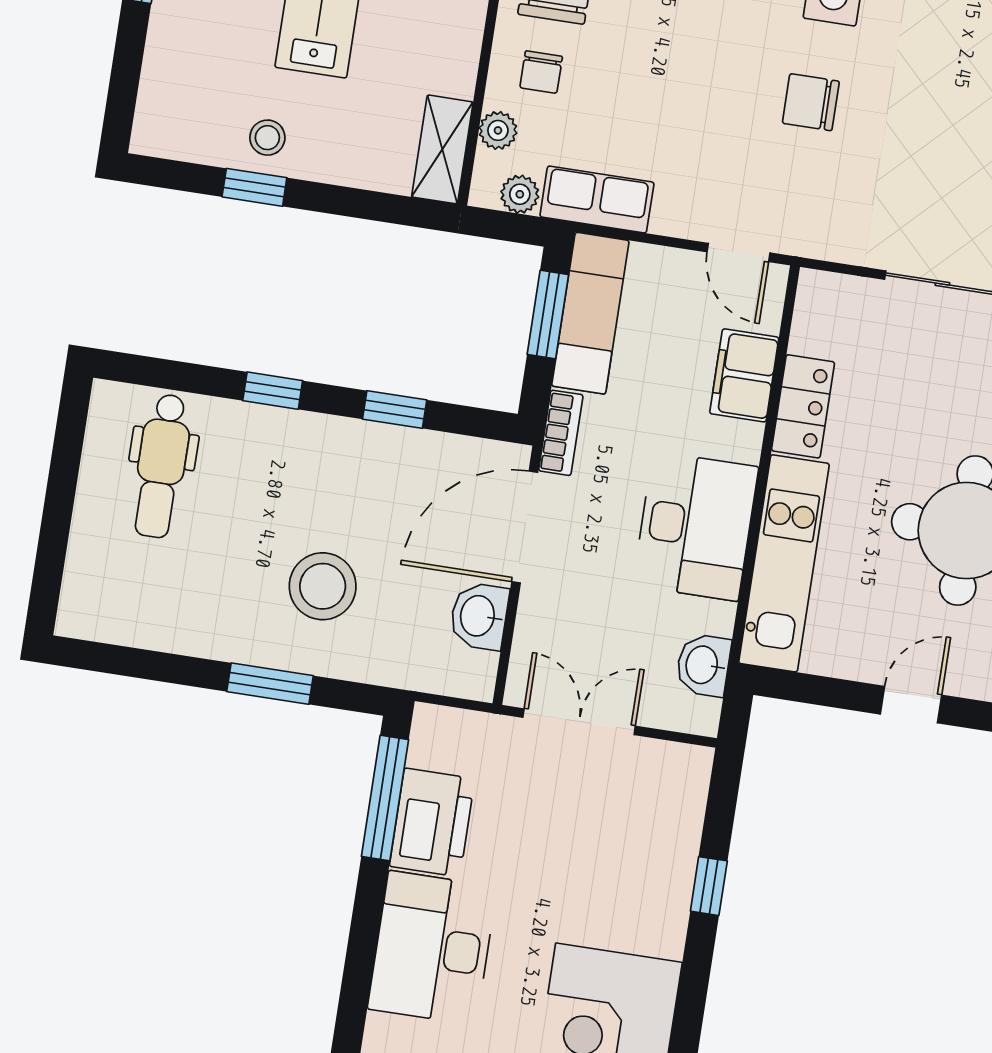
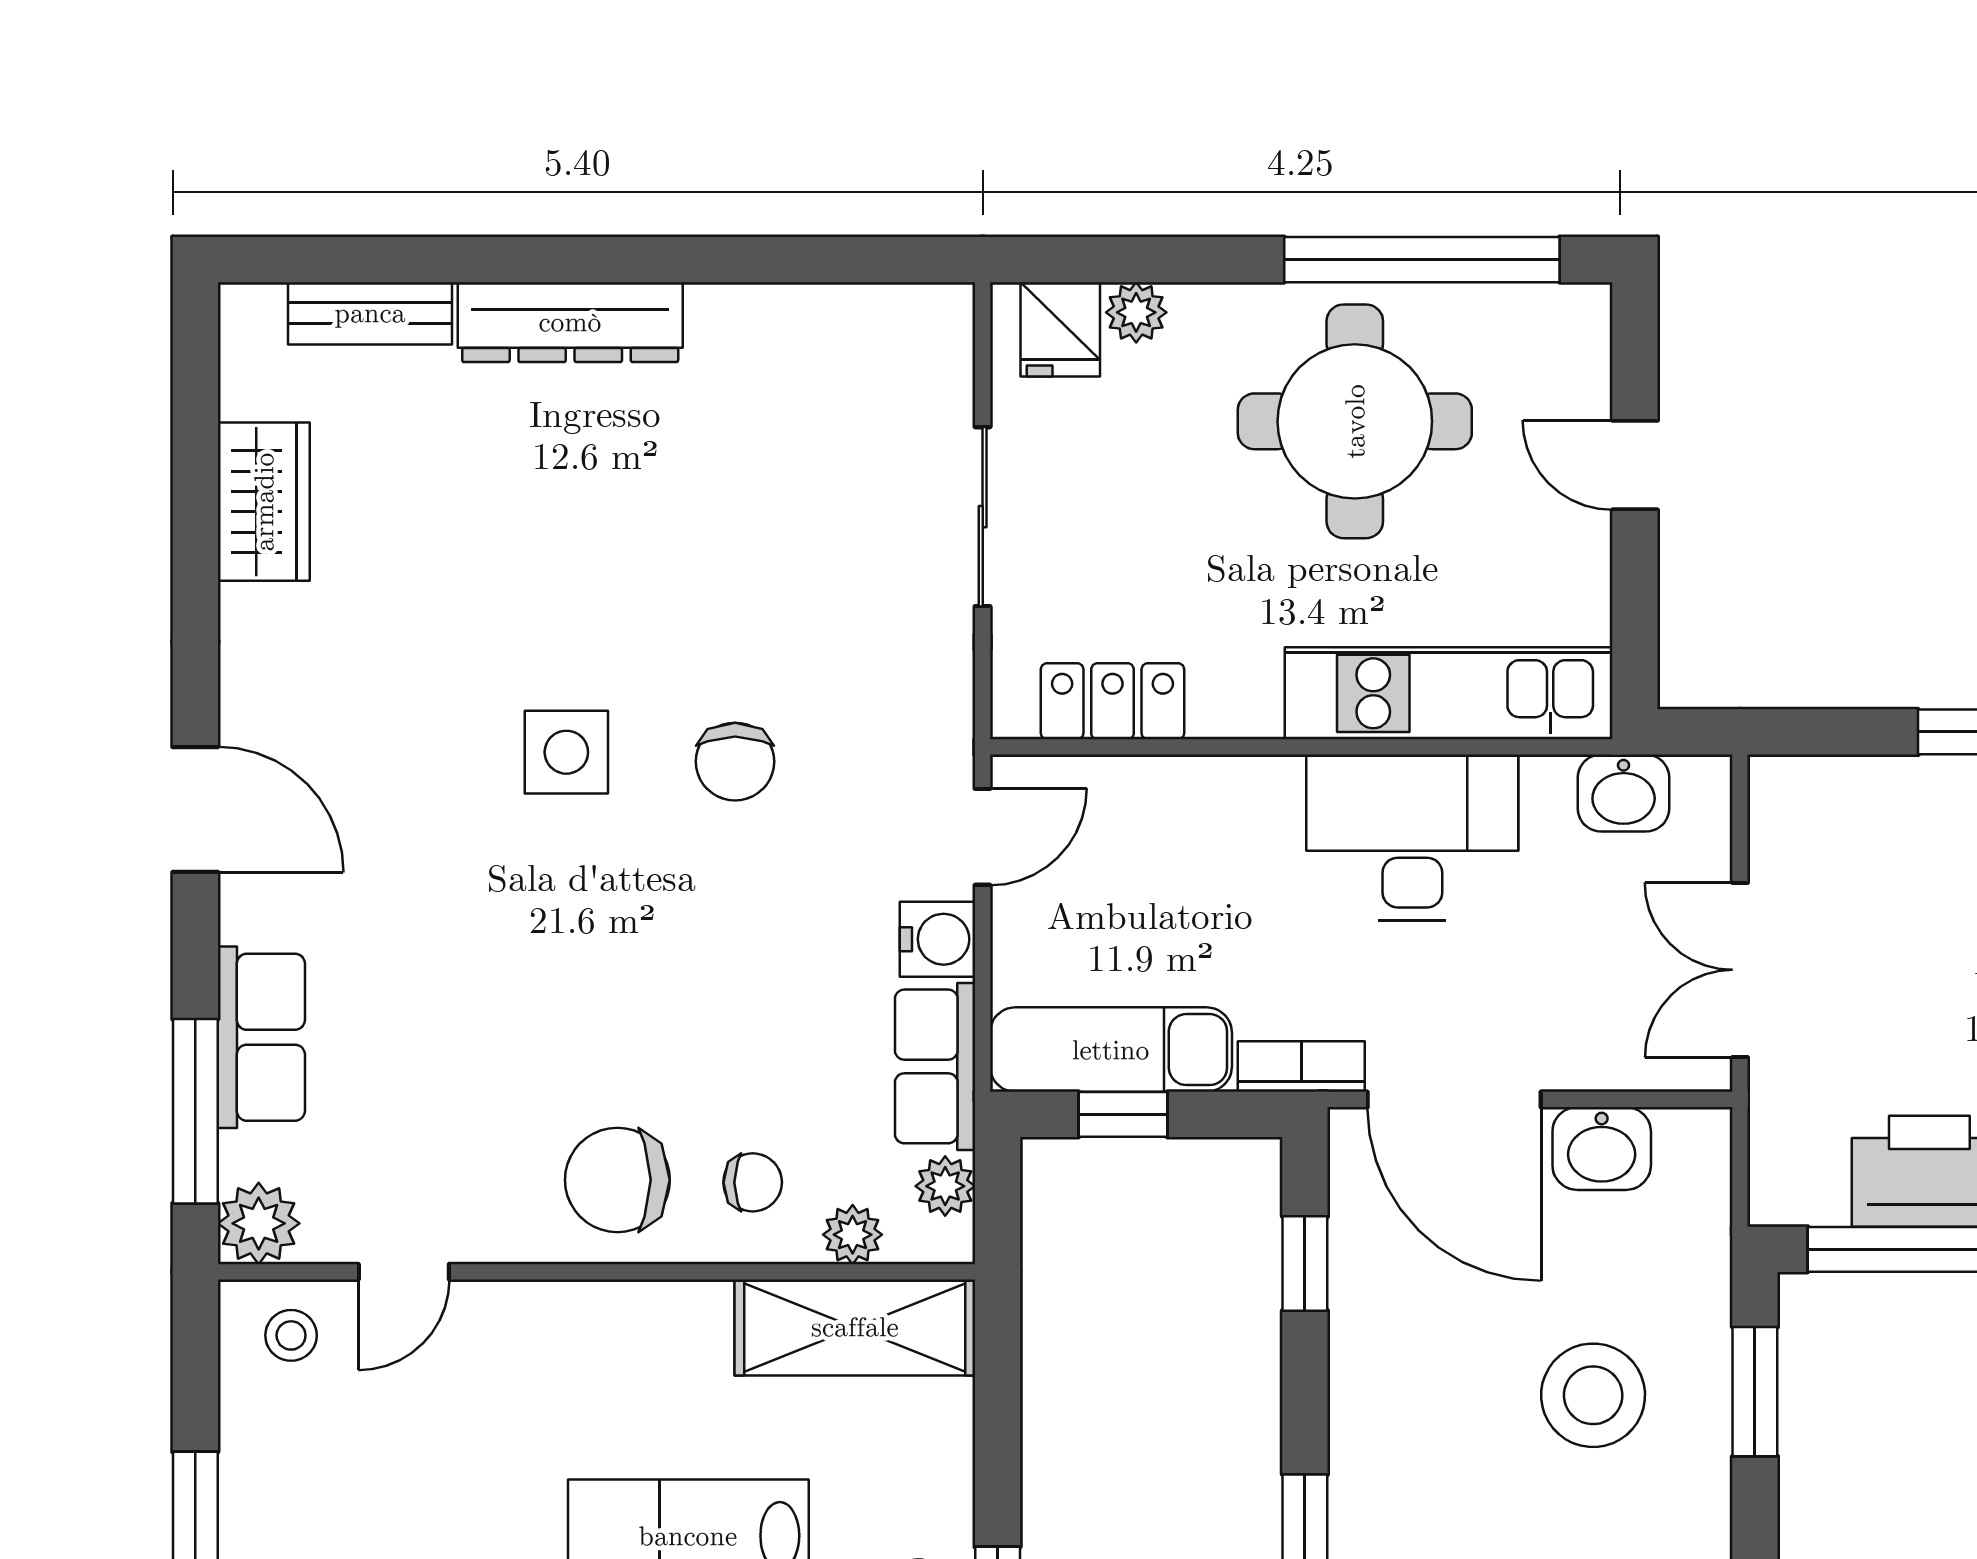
shelving: (442, 149) -> (855, 1327), width x1.50, depth x1.33
water cooler: (678, 214) -> (938, 939), added
window: (548, 315) -> (1123, 1114), width x0.67
filing cabinet: (744, 375) -> (1170, 799), removed
locker: (803, 406) -> (1112, 701), moved
window: (395, 410) -> (1305, 1263), moved
window: (270, 684) -> (1755, 1392), moved

